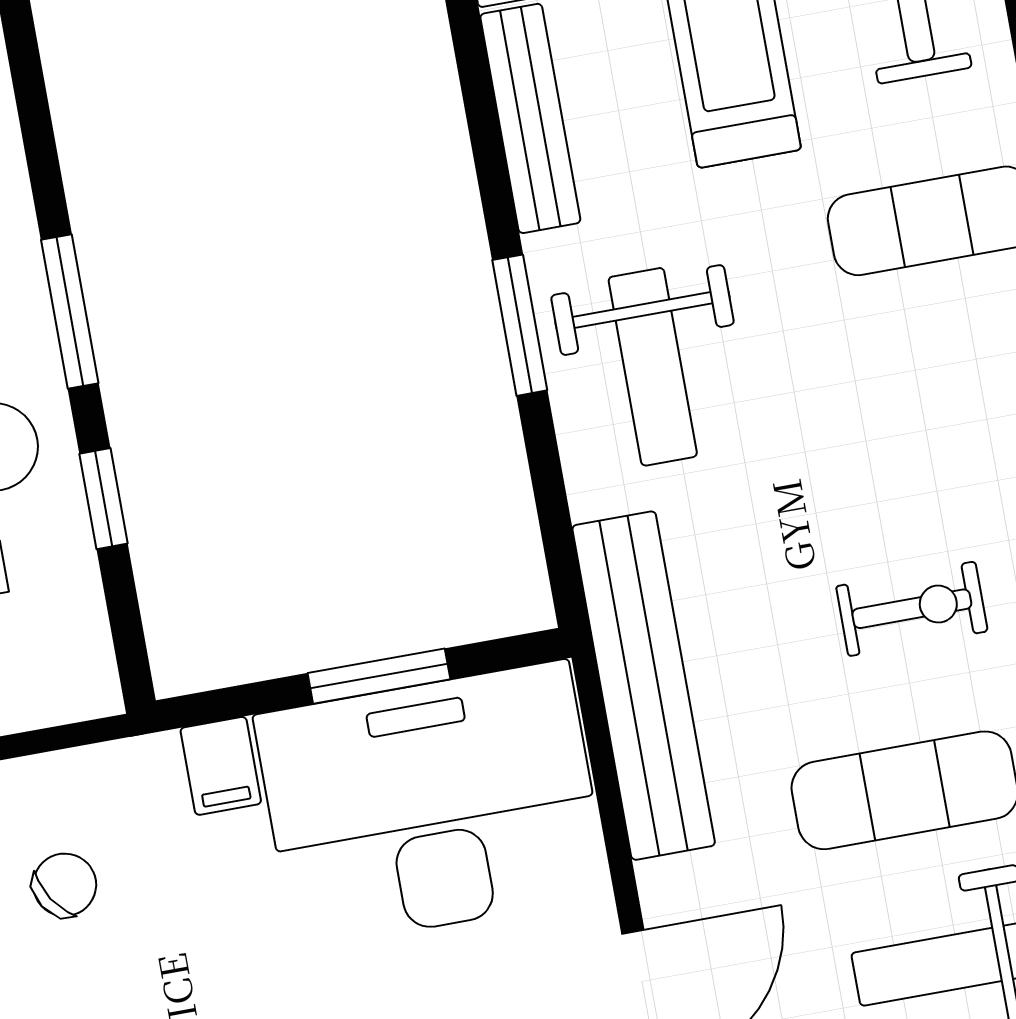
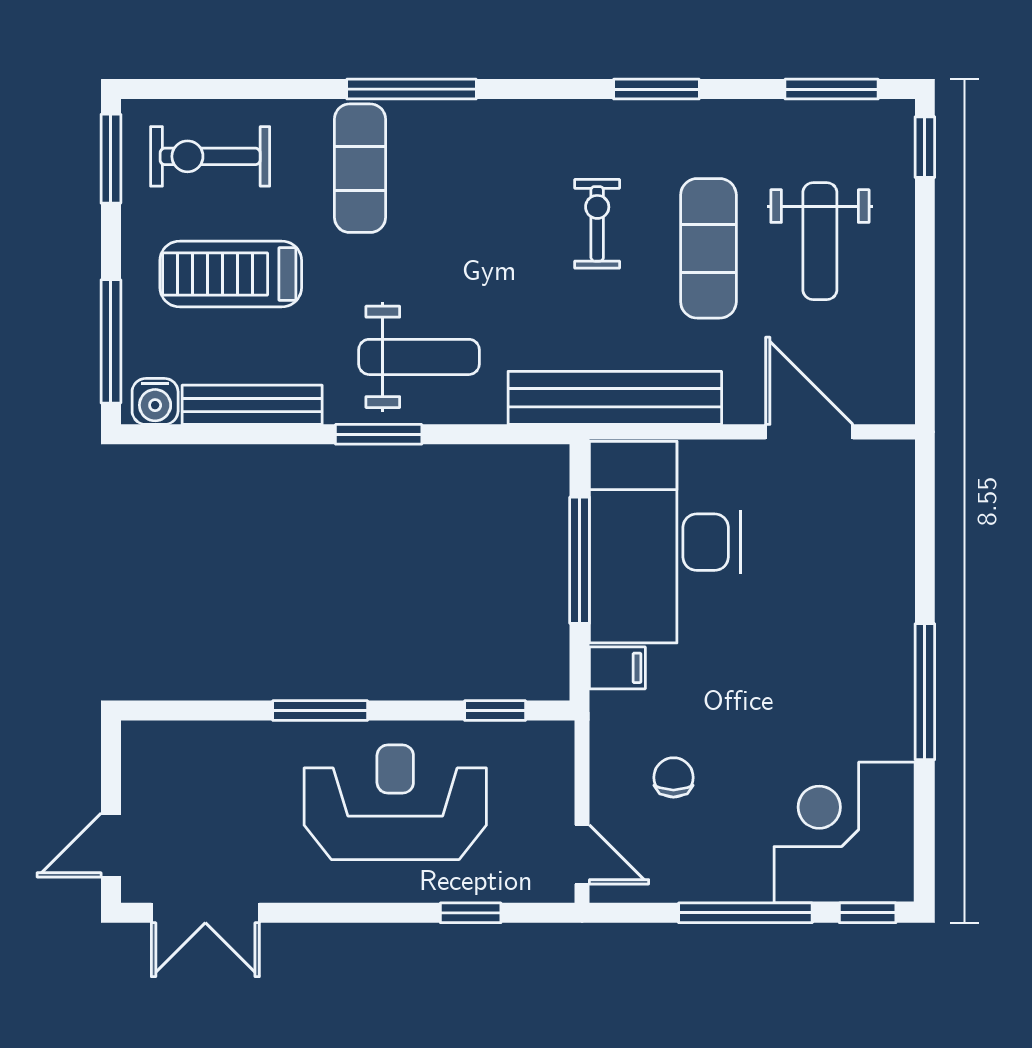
window: (103, 499) -> (495, 711), moved
window: (379, 676) -> (580, 560), width x1.44
chair: (65, 885) -> (673, 777), turned 33

